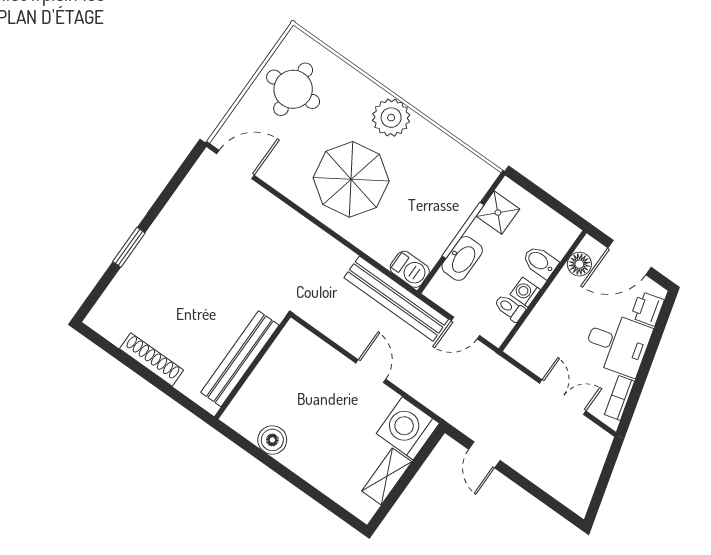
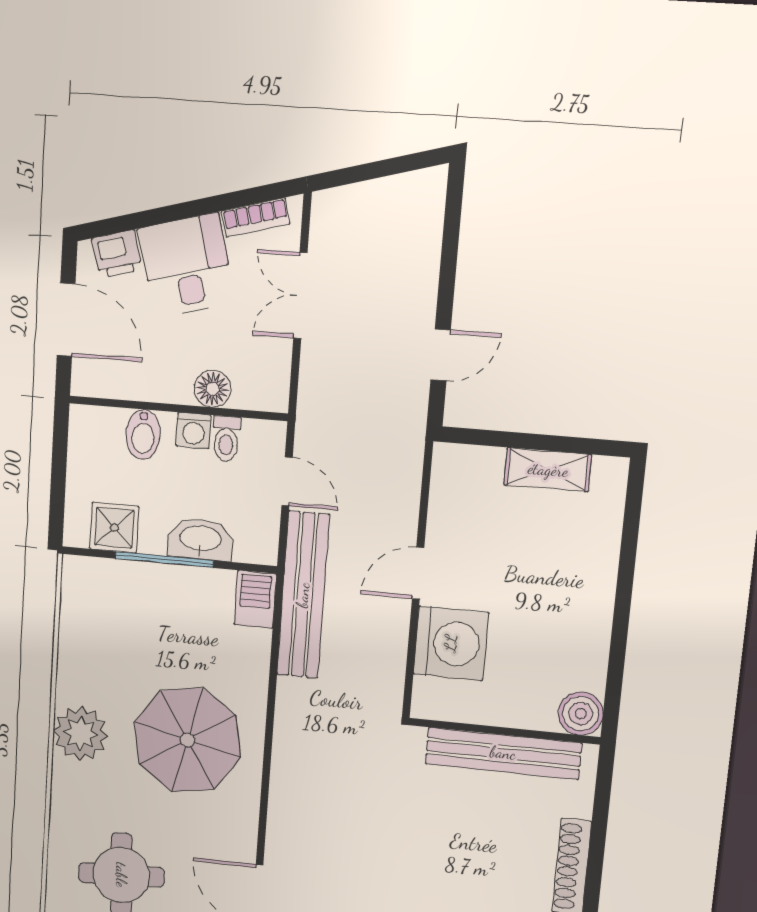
floor lamp: (579, 264) -> (212, 389), moved
washing machine: (408, 428) -> (451, 643), moved, turned -90
boiler: (272, 440) -> (581, 714), moved

